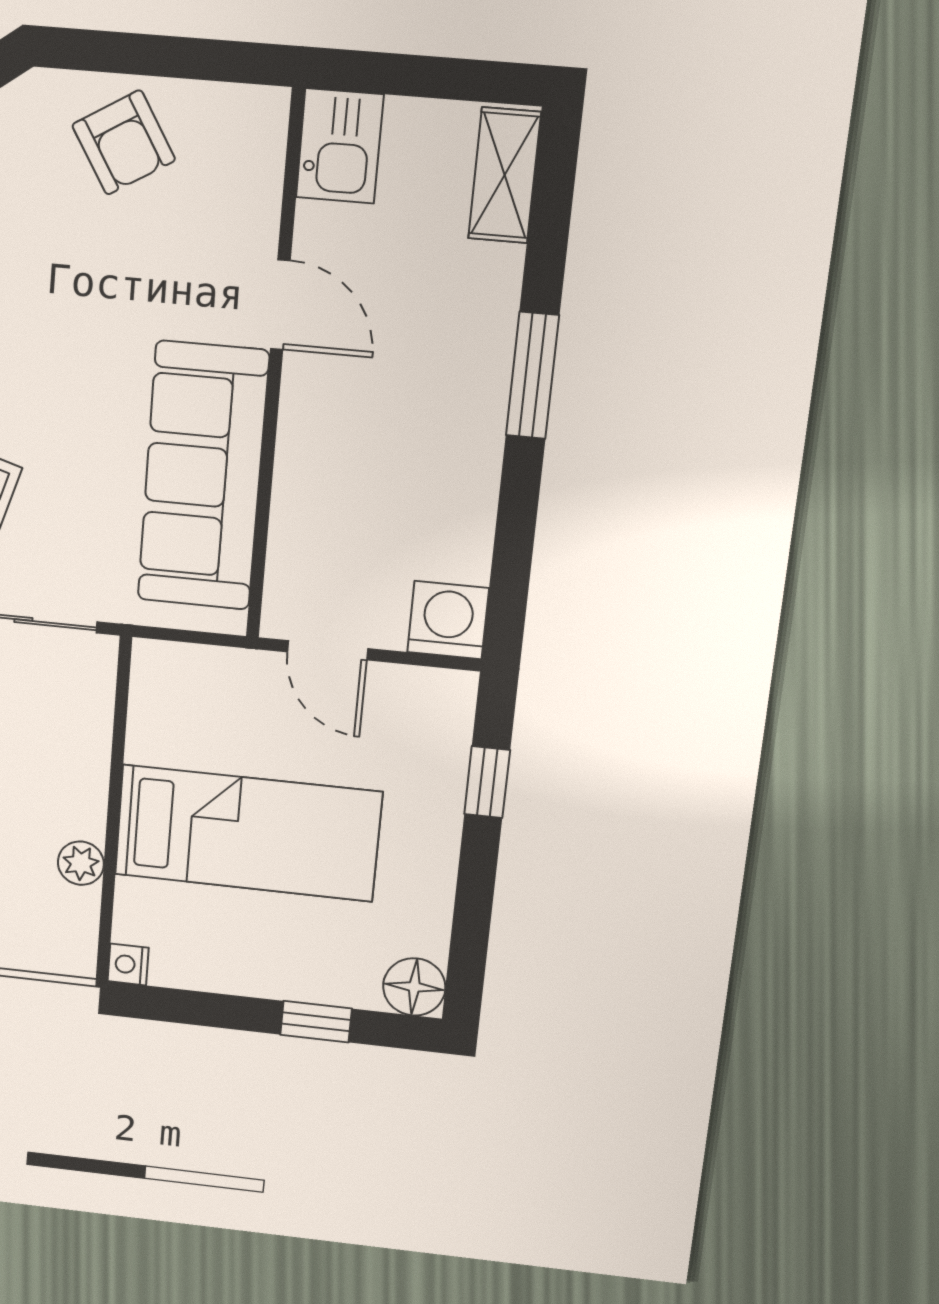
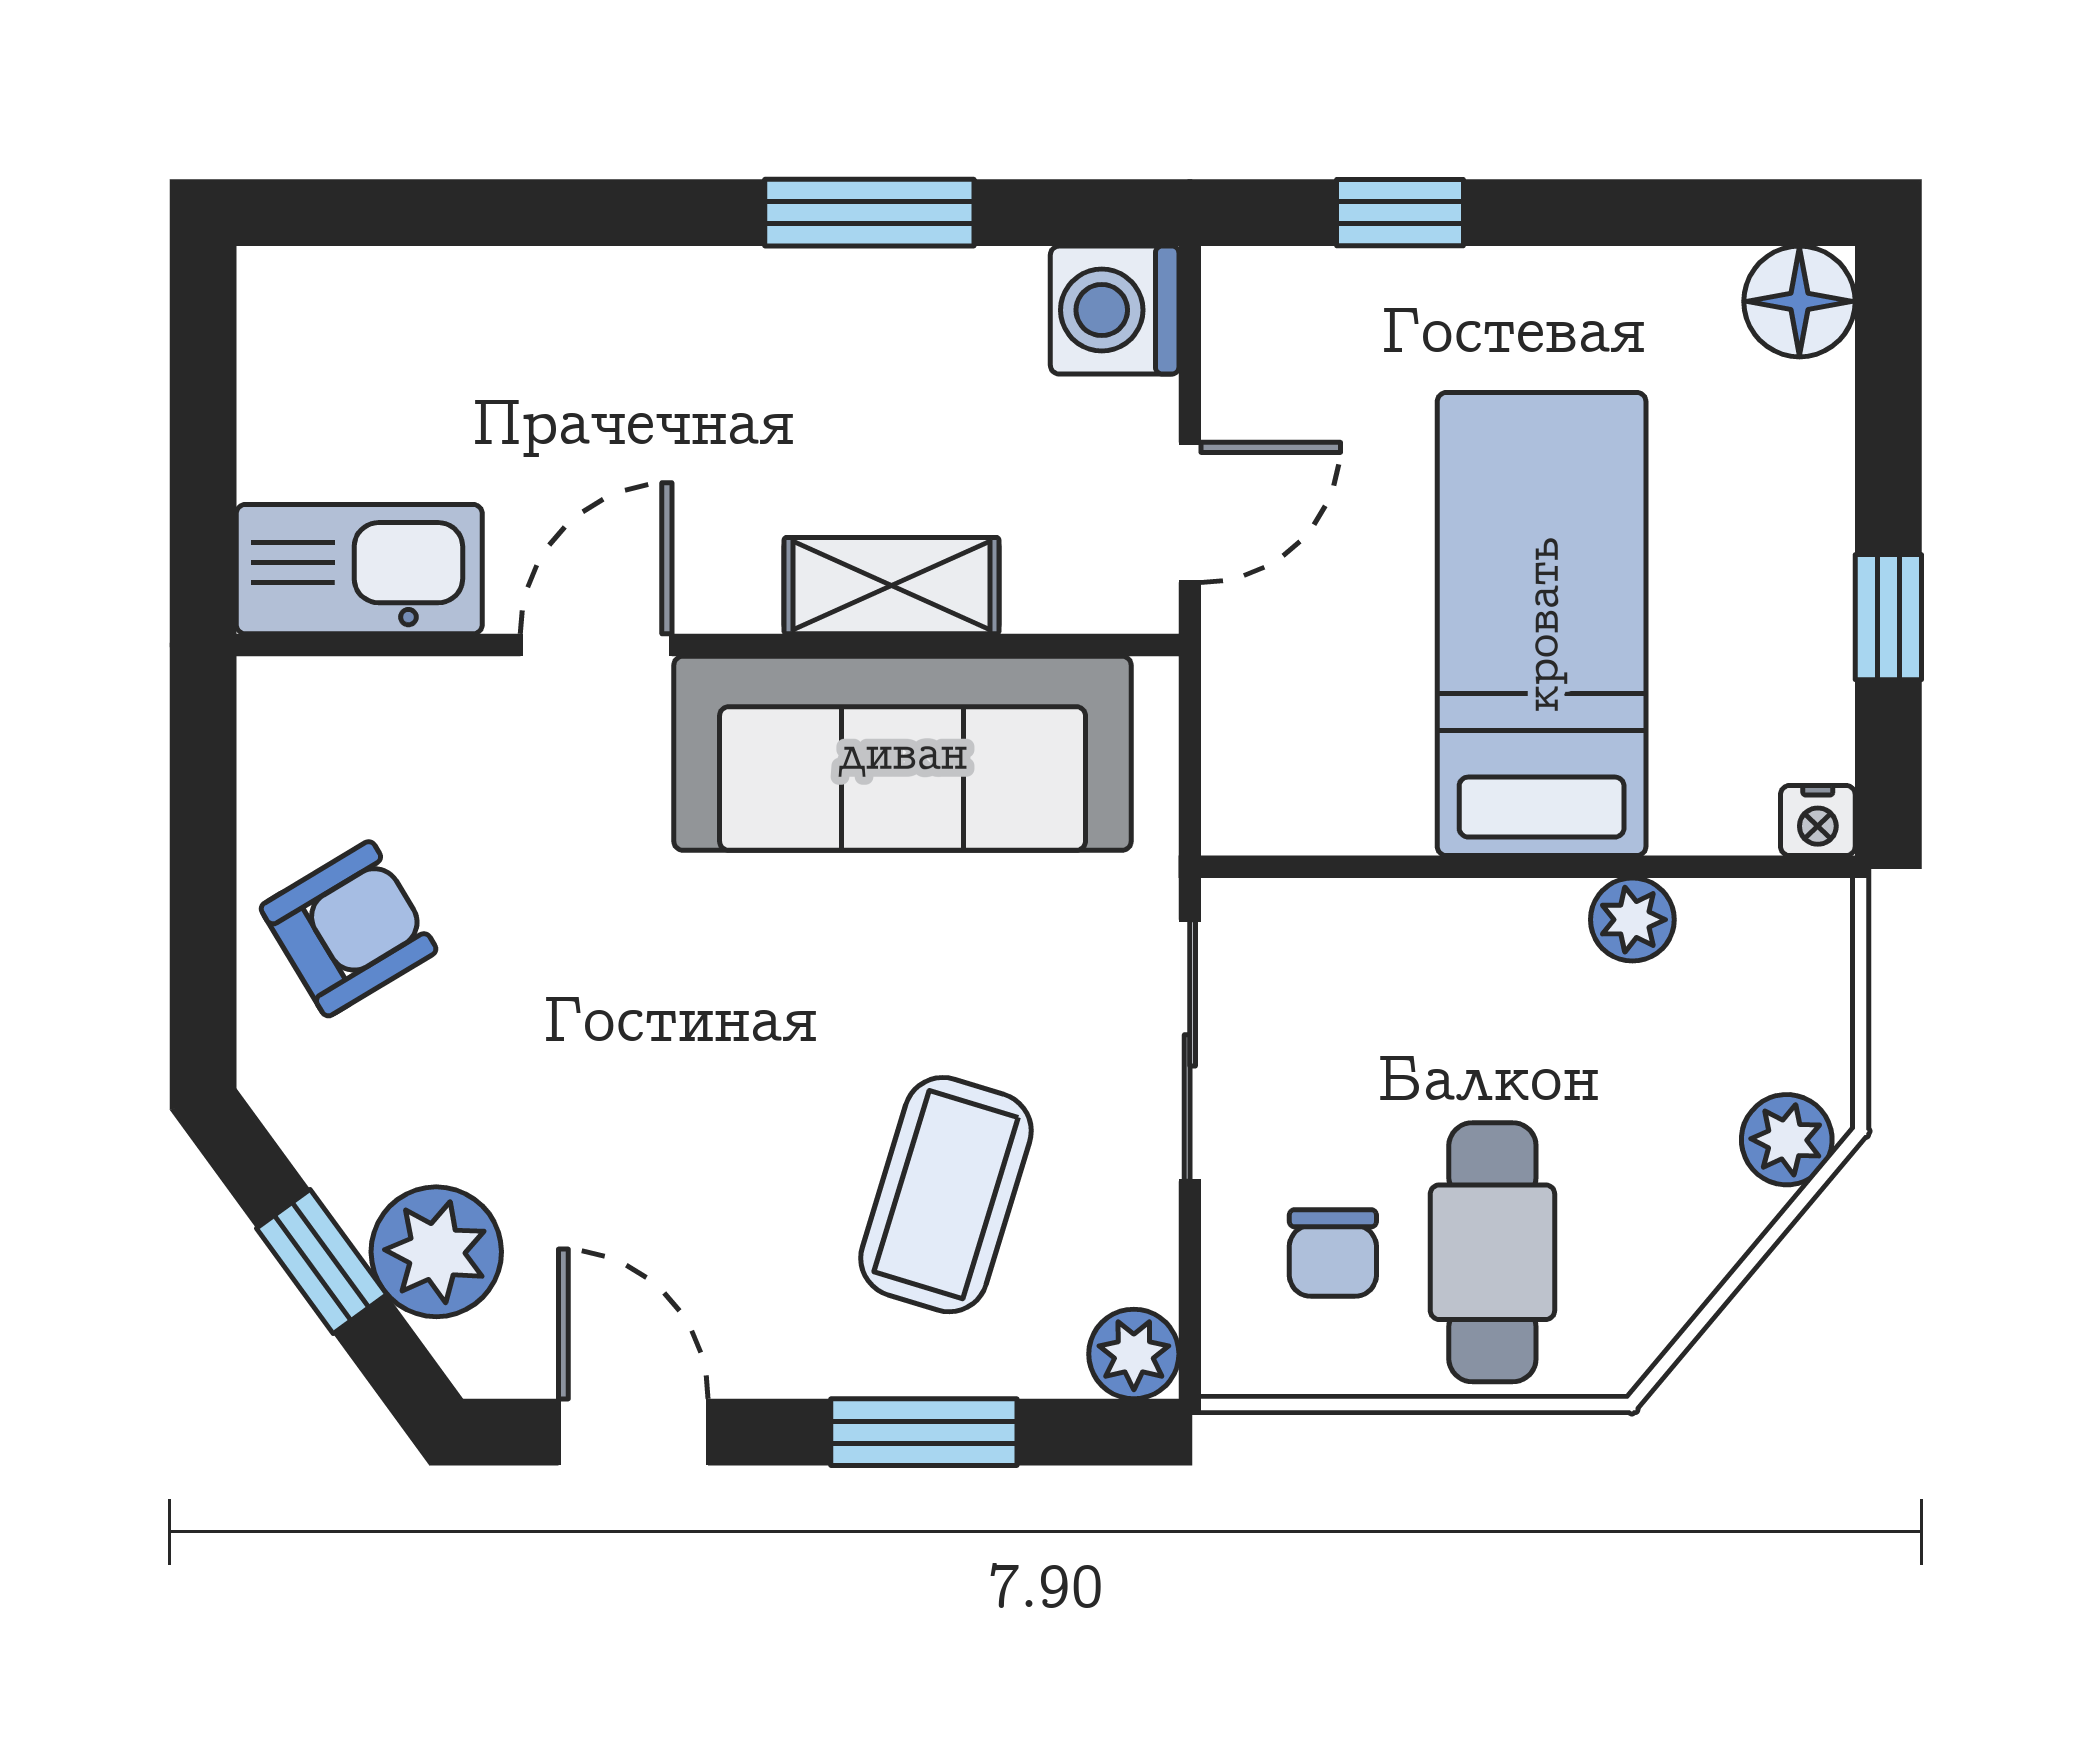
kitchen sink: (340, 146) -> (359, 569), width x1.38
shelving: (505, 175) -> (891, 586), moved
window: (532, 375) -> (869, 213), moved
window: (316, 1022) -> (1888, 617), moved

